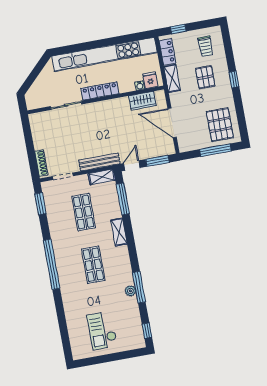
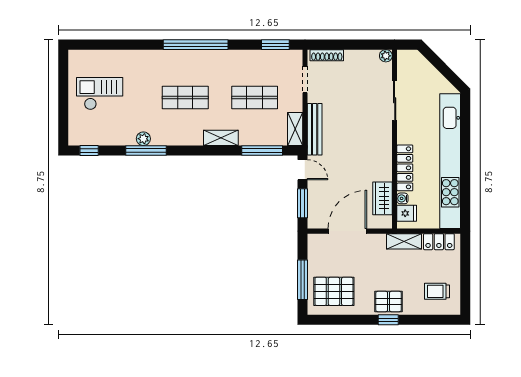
window: (178, 29) -> (465, 261), removed
pallet: (205, 77) -> (389, 301), moved
locker: (100, 91) -> (405, 168), moved
plant: (34, 118) -> (386, 56), added

